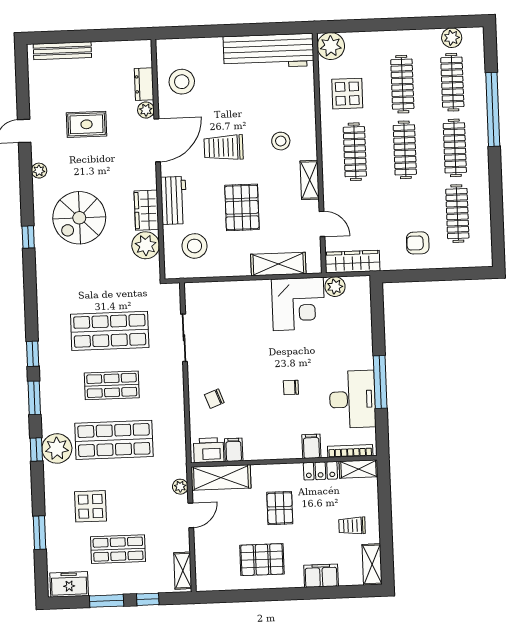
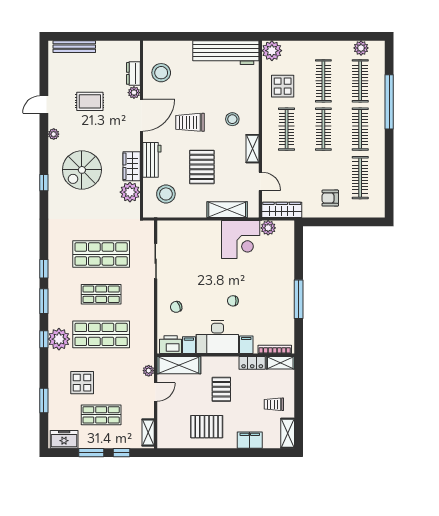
desk: (353, 399) -> (217, 337), moved, turned 90

